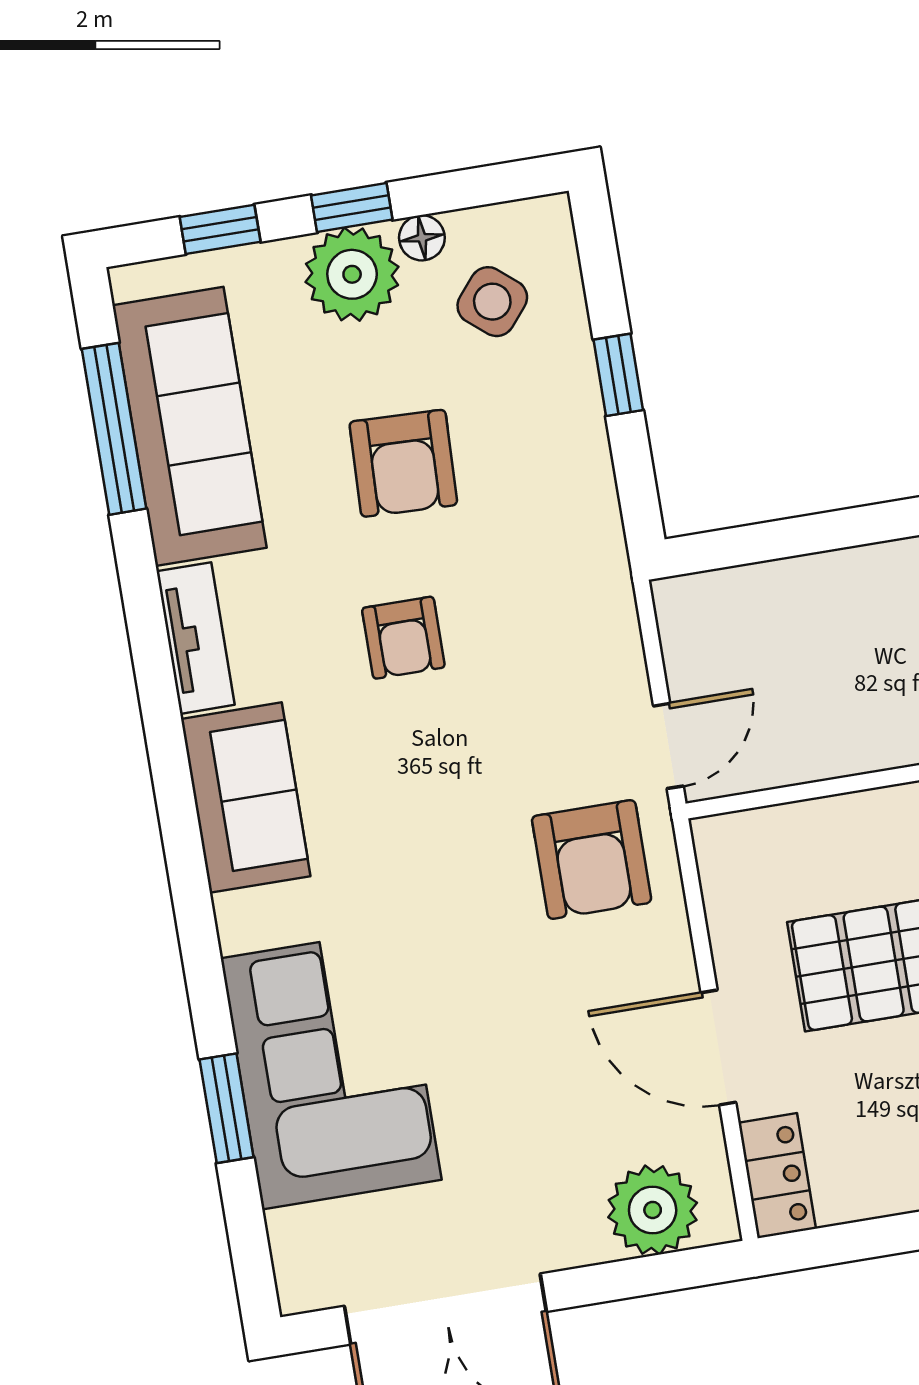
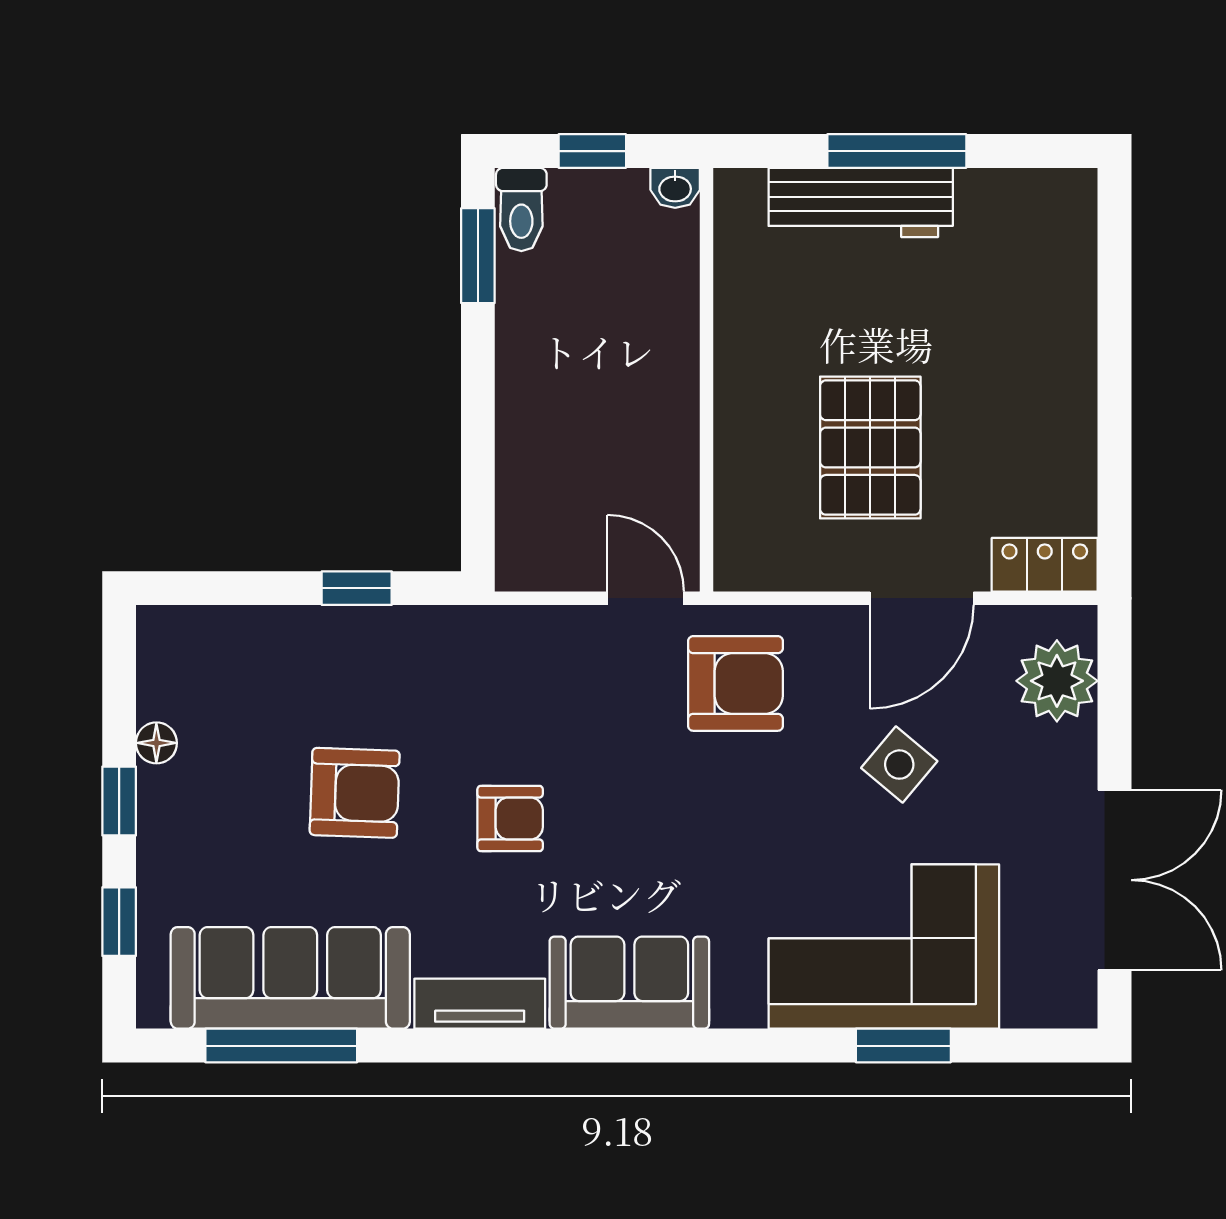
plant: (352, 274) -> (179, 811), removed
side table: (492, 302) -> (899, 765), moved
window: (618, 375) -> (357, 588), moved

